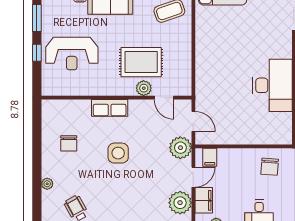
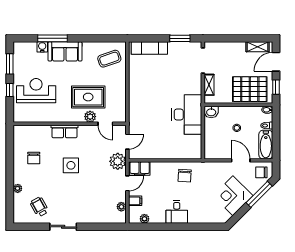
reception desk: (72, 54) -> (36, 91), turned 180
door: (193, 121) -> (127, 142), hinge flipped
filing cabinet: (210, 157) -> (140, 169), width x2.00
filing cabinet: (204, 200) -> (135, 201), width x0.50
plant: (180, 203) -> (121, 207), width x0.53, depth x0.53

